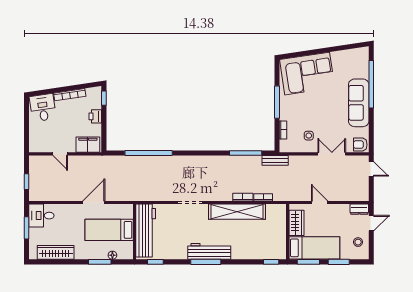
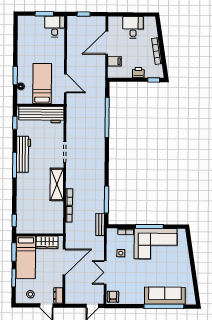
corner sofa: (307, 74) -> (155, 244), moved, turned -82
sofa: (359, 103) -> (165, 296), moved
desk: (43, 108) -> (133, 27), moved, turned -82
filing cabinet: (88, 145) -> (114, 61), width x0.50
door: (60, 154) -> (107, 43), width x1.88
double door: (332, 154) -> (105, 272), swing flipped
door: (94, 203) -> (65, 83), moved
door: (320, 203) -> (64, 262), width x1.87
shelving: (237, 212) -> (57, 184), width x0.68
workbench: (209, 251) -> (23, 154), moved
wardrobe: (56, 252) -> (23, 38), removed

